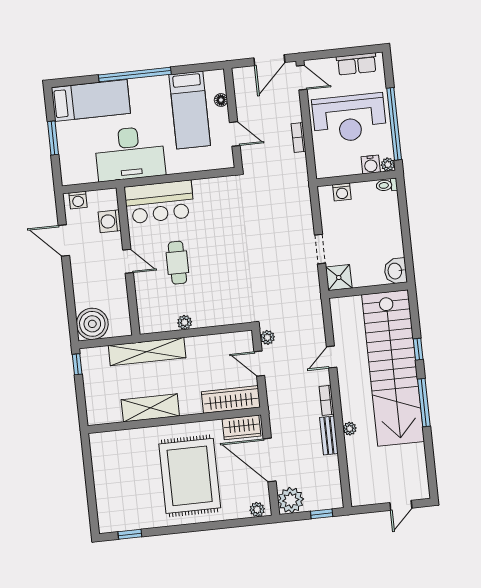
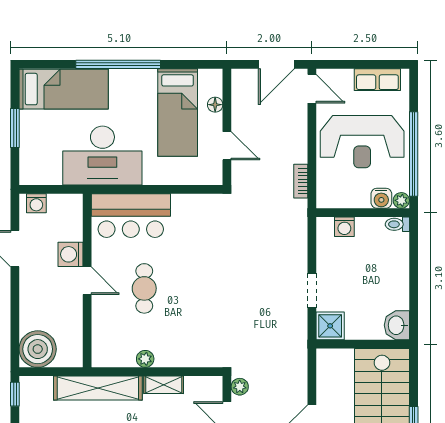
bookcase: (299, 137) -> (301, 181), moved
washing machine: (110, 221) -> (71, 254), moved
shelving: (203, 343) -> (164, 385), added

